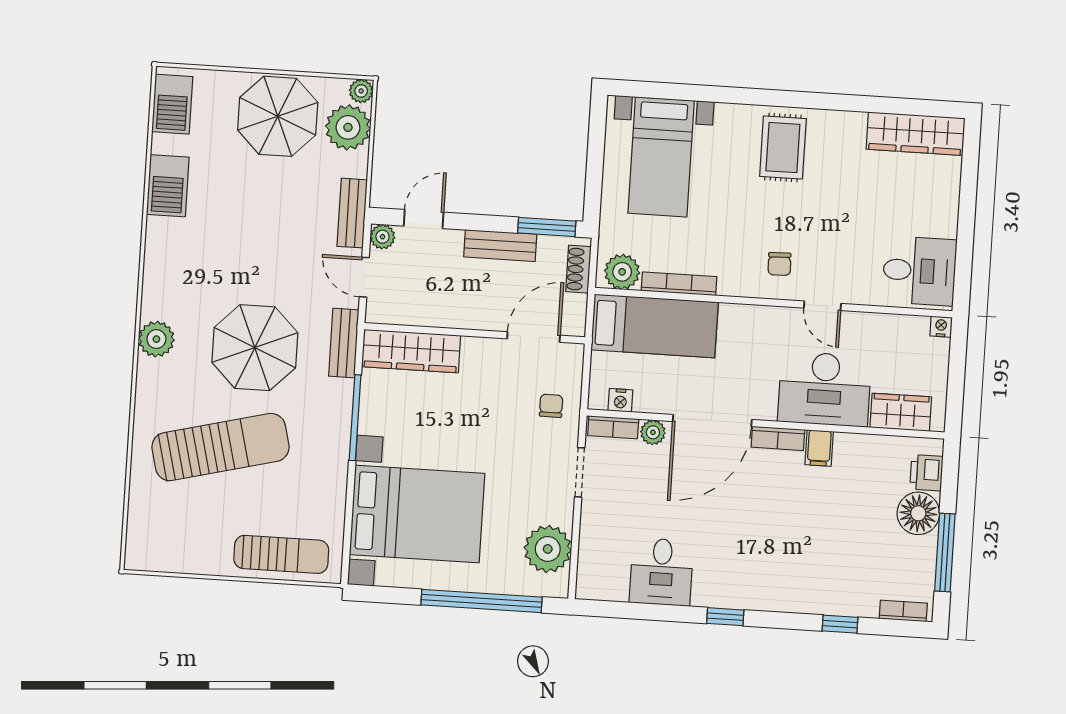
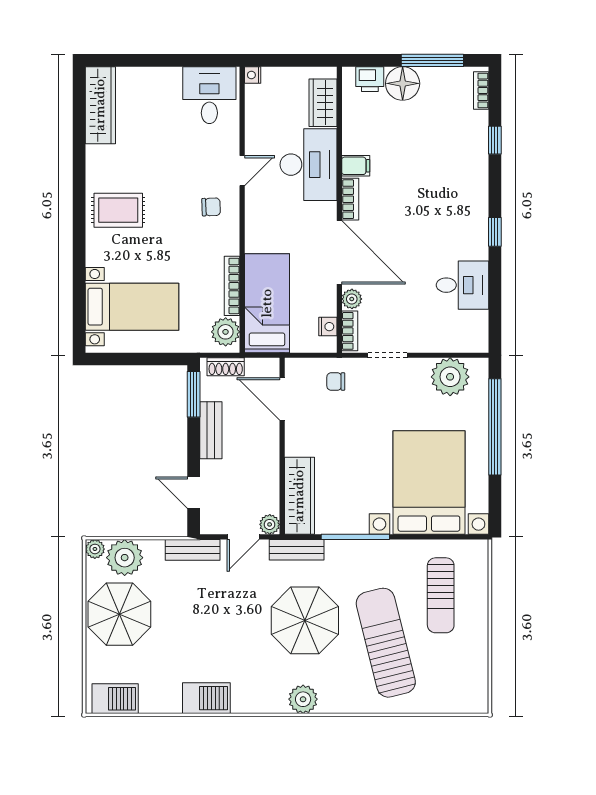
barbecue: (168, 186) -> (206, 698), moved
plant: (382, 237) -> (270, 524), moved
sun lounger: (281, 554) -> (441, 595), moved, turned 180

